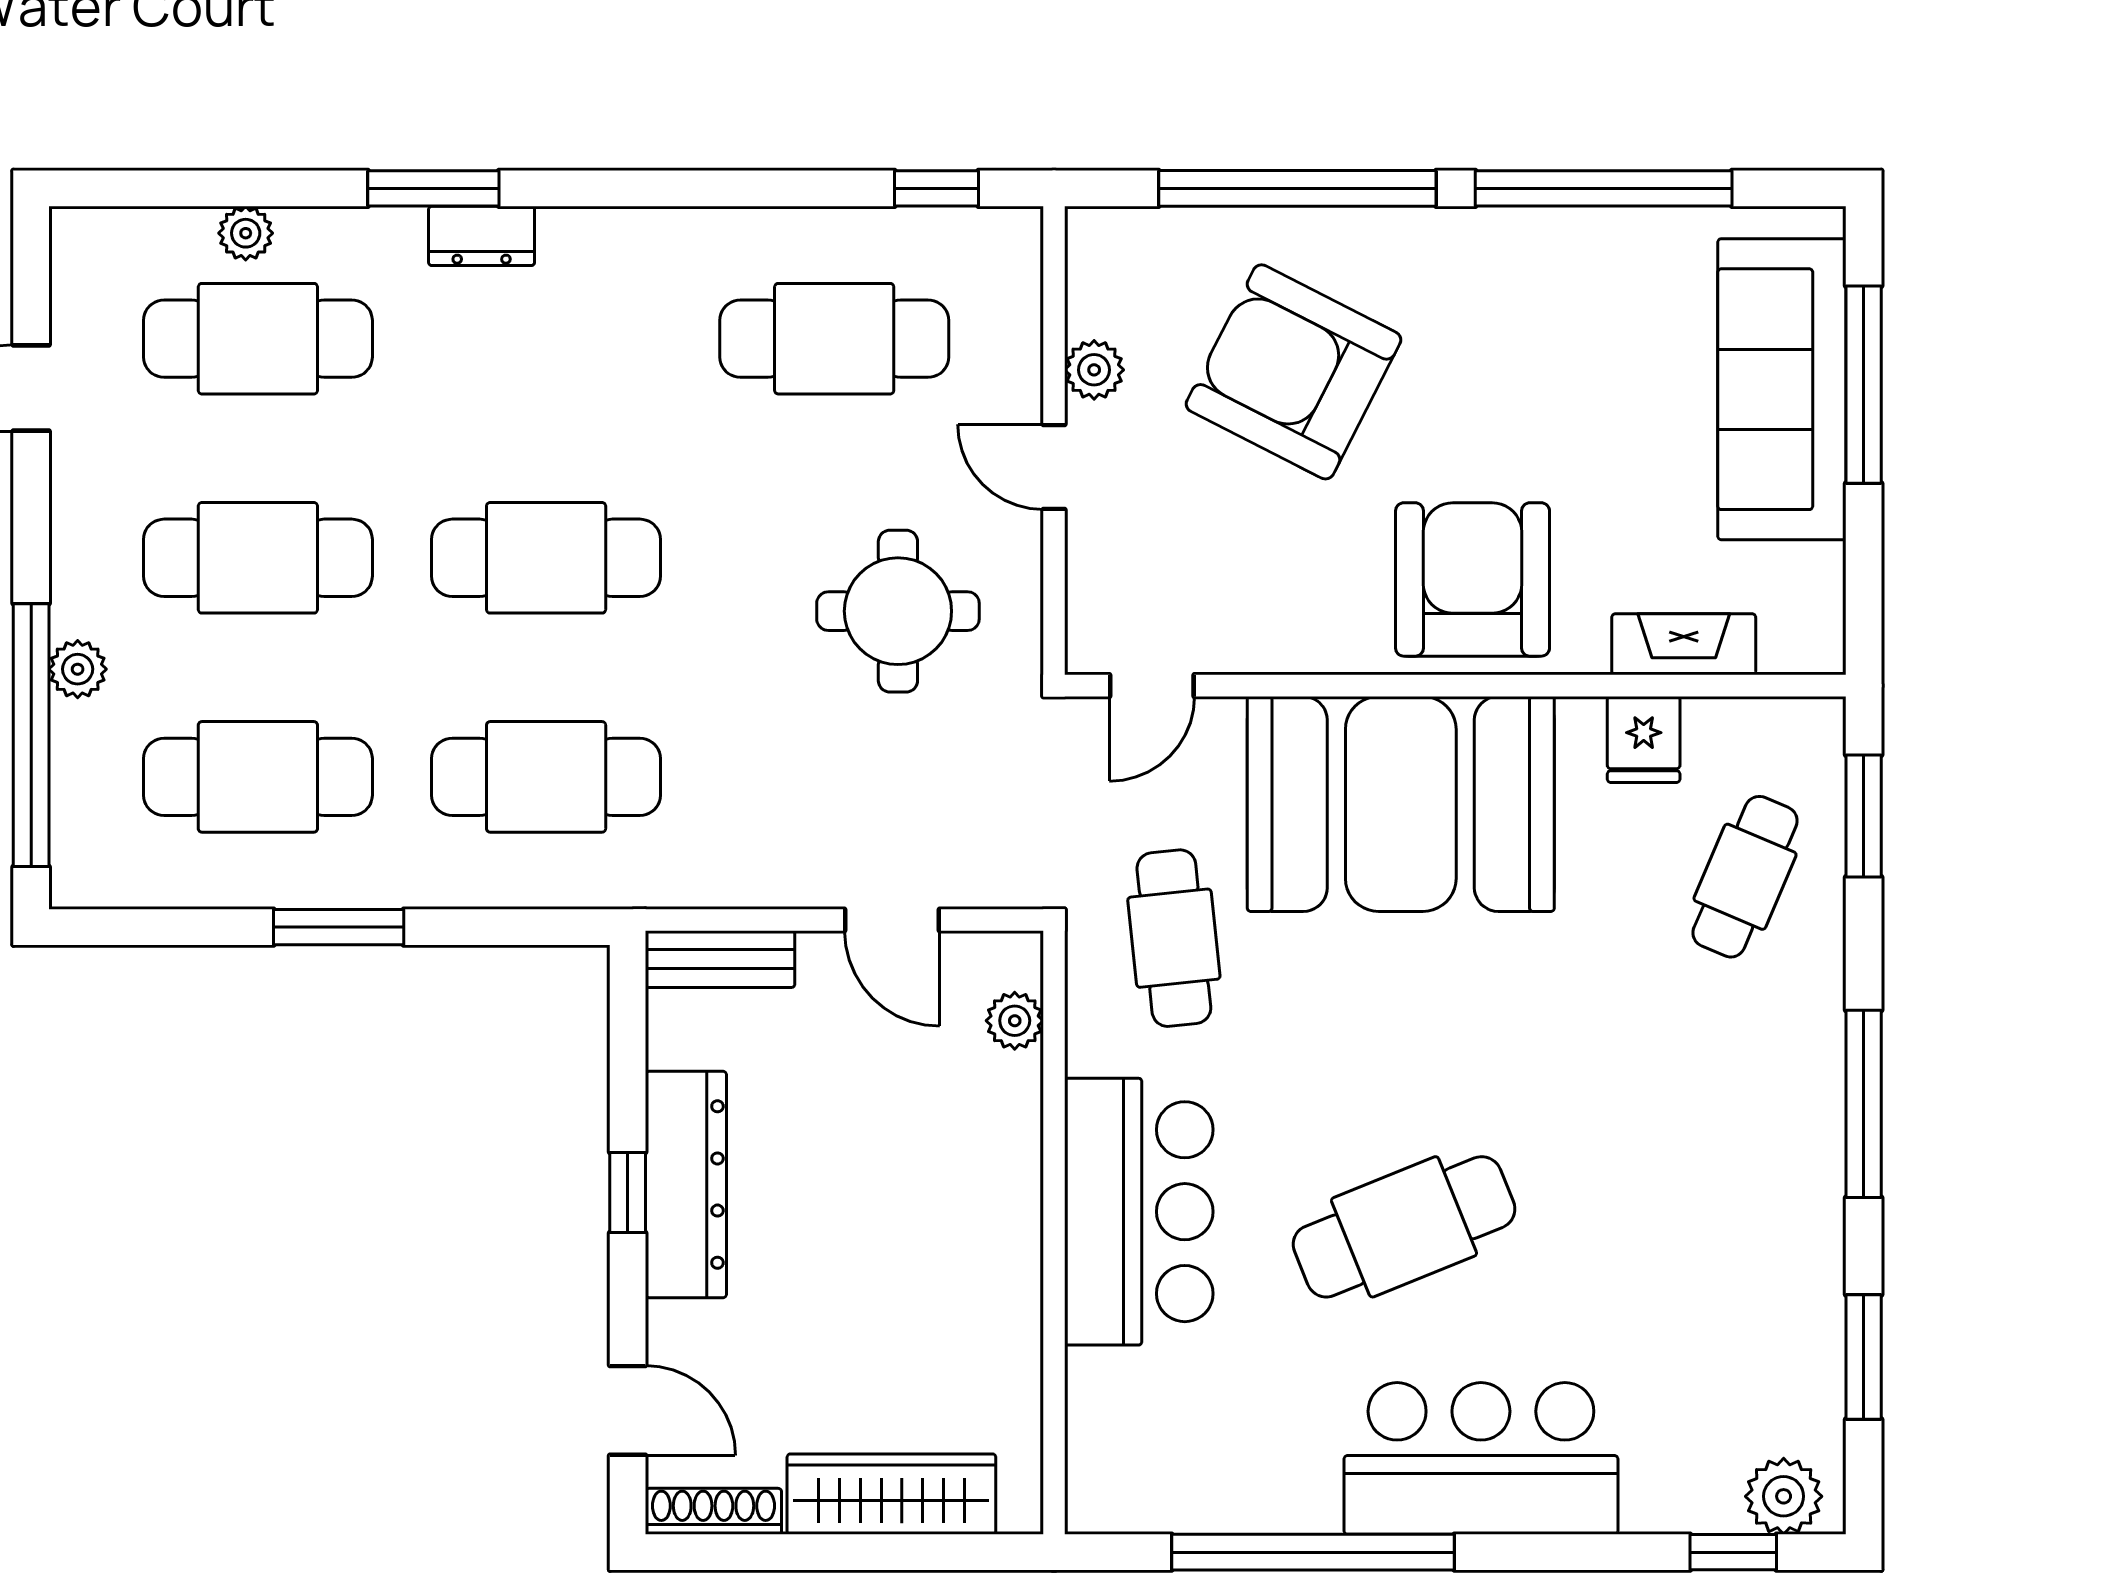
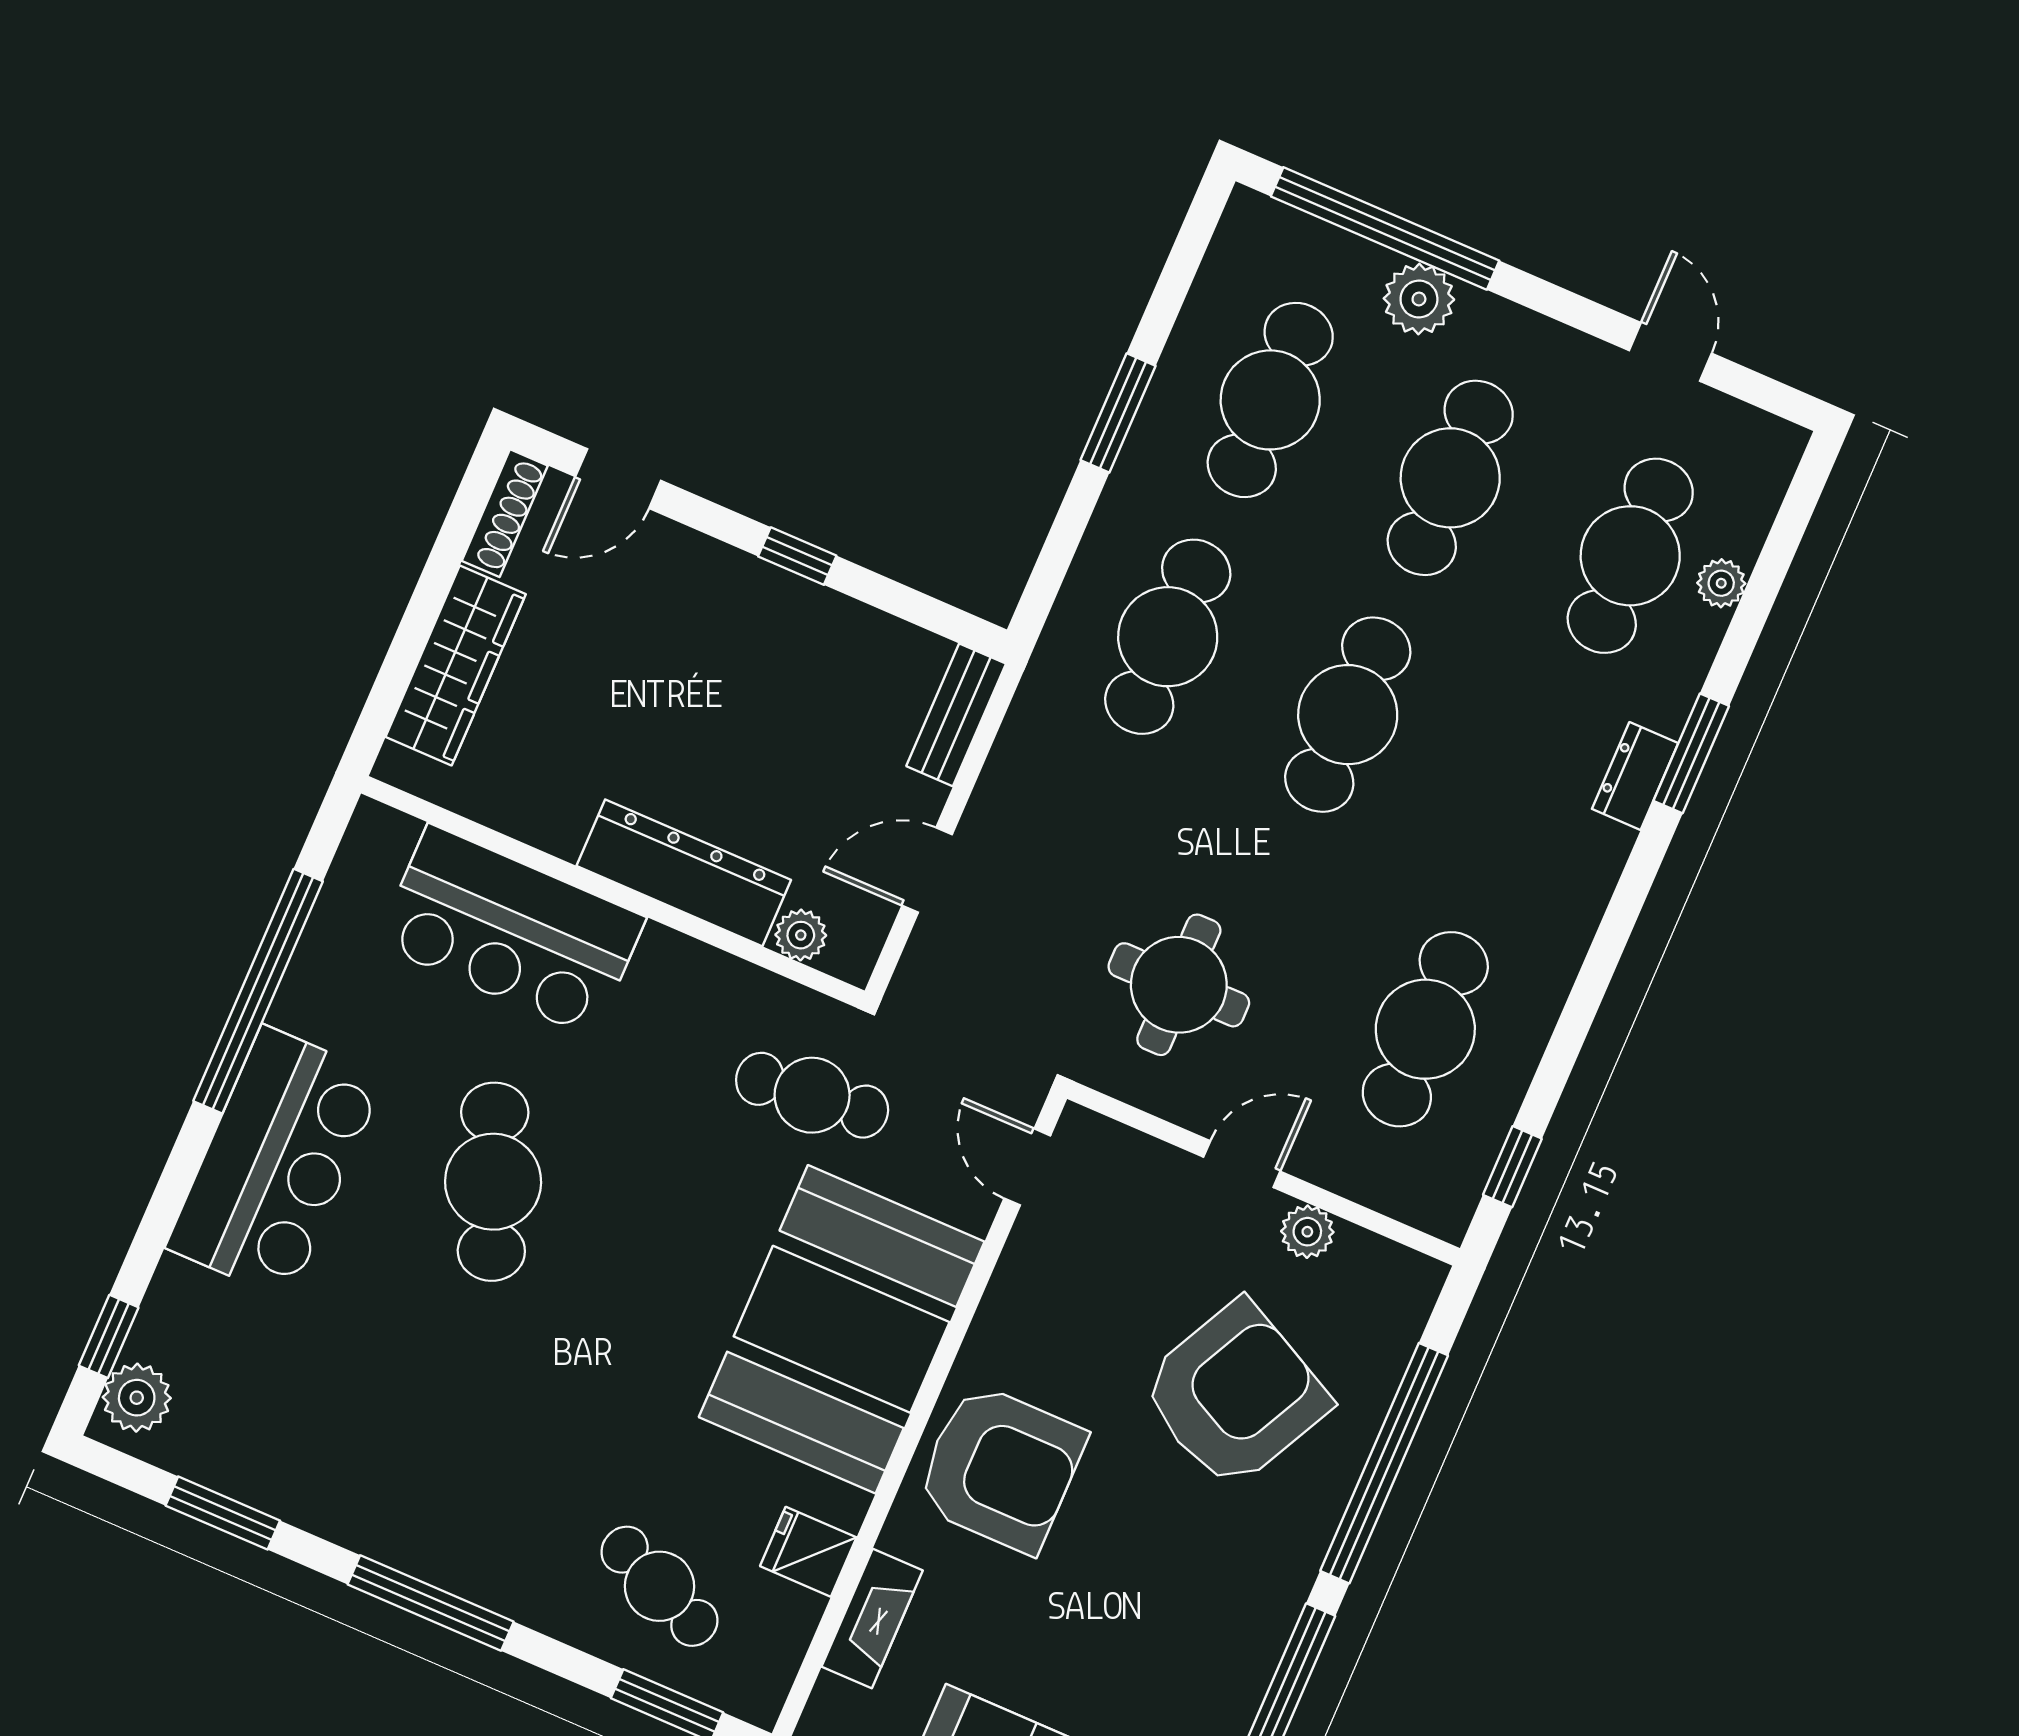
plant: (78, 669) -> (1419, 299), width x1.38, depth x1.38
dresser: (686, 1185) -> (684, 873), moved, turned 180
bar counter: (1139, 1212) -> (511, 931), moved

